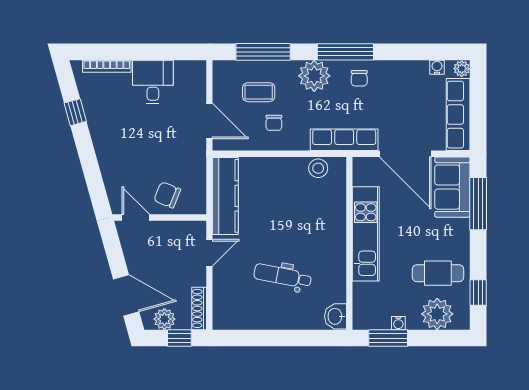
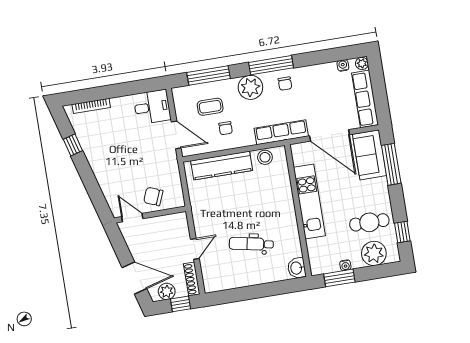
desk: (153, 82) -> (152, 107), moved, turned 90
kitchen counter: (225, 196) -> (222, 166), moved, turned 90
door: (209, 253) -> (195, 249), moved

